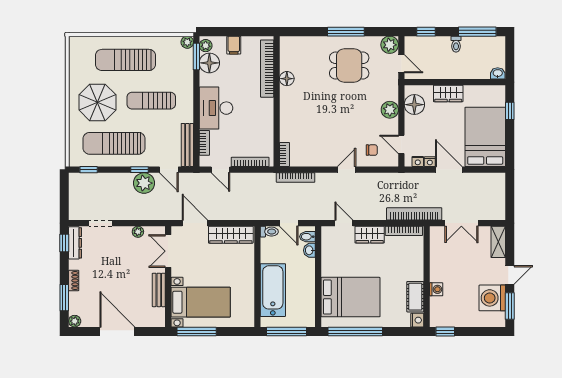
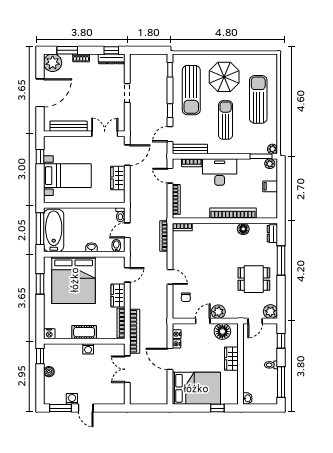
window: (346, 32) -> (281, 261), moved
dresser: (293, 42) -> (272, 234), added
floor lamp: (209, 63) -> (256, 167), removed
dining table: (349, 65) -> (254, 279), turned 90
bookcase: (267, 69) -> (233, 213), moved
sun lounger: (114, 143) -> (191, 90), turned 180
door: (401, 144) -> (203, 321), moved
door: (220, 170) -> (170, 176), hinge flipped
door: (449, 170) -> (170, 359), swing flipped
plant: (144, 183) -> (159, 114), removed
doorway: (100, 223) -> (127, 93), moved
plant: (138, 232) -> (120, 109), removed
wardrobe: (231, 235) -> (118, 178), width x0.67
shelving: (498, 242) -> (112, 399), removed
washbasin: (309, 250) -> (91, 247), moved
washing machine: (436, 289) -> (88, 349), moved
bench: (159, 290) -> (69, 126), width x1.36
bathtub: (273, 290) -> (54, 230), moved, turned -90
bed: (351, 297) -> (74, 280), width x1.36
cot: (415, 297) -> (84, 332), moved
washing machine: (492, 298) -> (72, 399), width x0.53, depth x0.53
bed with nightstands: (201, 302) -> (67, 176), moved, turned -90
plant: (75, 321) -> (53, 63), width x1.87, depth x1.87
boiler: (464, 321) -> (49, 372), added
window: (197, 332) -> (40, 157), width x0.46
window: (355, 332) -> (40, 284), width x0.47

